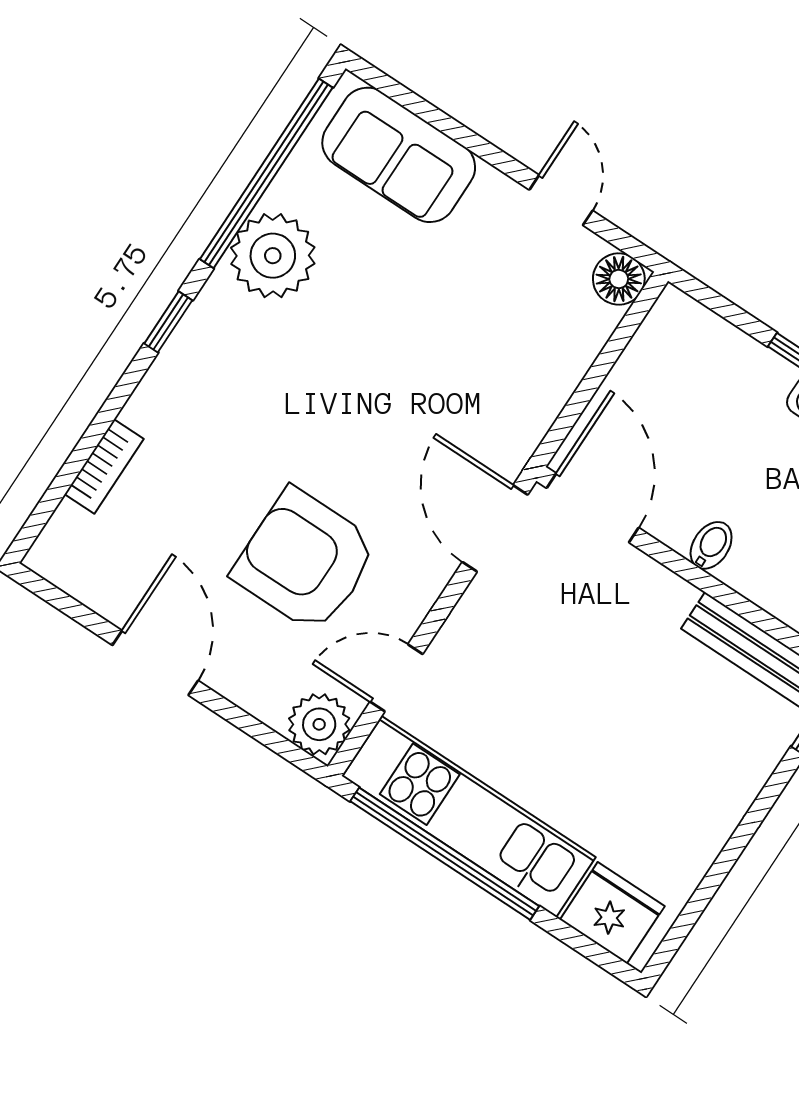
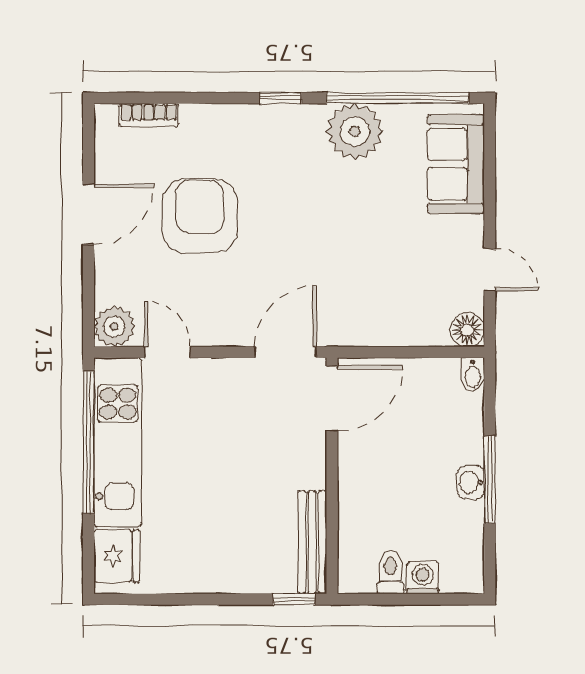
door: (561, 200) -> (490, 270), hinge flipped
bookcase: (104, 467) -> (149, 115), moved
bidet: (711, 545) -> (473, 374), moved, turned 90
armchair: (305, 560) -> (200, 216), moved

